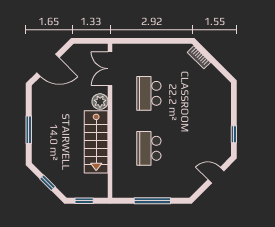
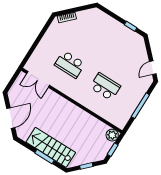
plant: (100, 102) -> (112, 135), moved
stairs: (96, 142) -> (51, 147), moved, turned 180
school desk: (149, 148) -> (105, 87), turned 180
door: (216, 175) -> (153, 68), moved

